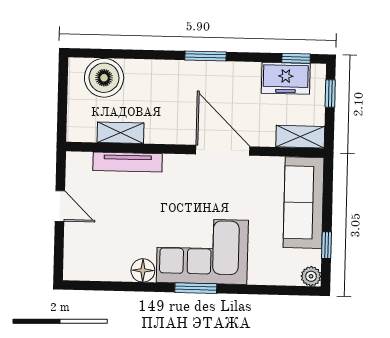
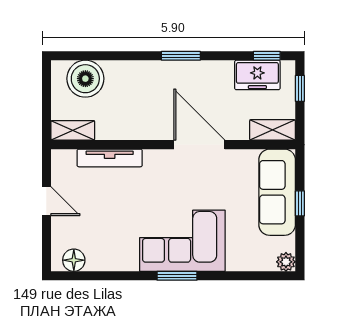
shelving: (120, 133) -> (73, 130), moved
window: (327, 245) -> (300, 203), moved
floor lamp: (143, 270) -> (74, 260), moved

